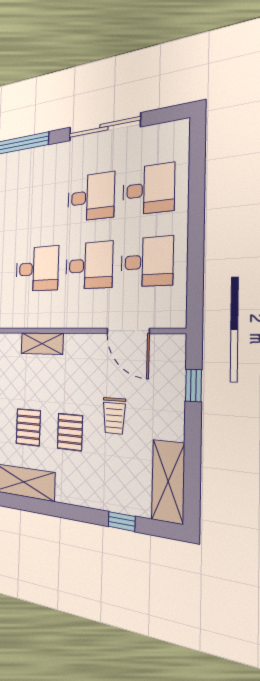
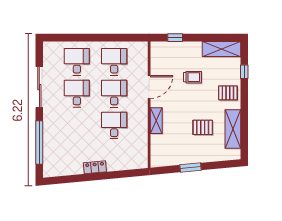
door: (128, 331) -> (149, 87), moved
pallet: (70, 432) -> (228, 93), moved

